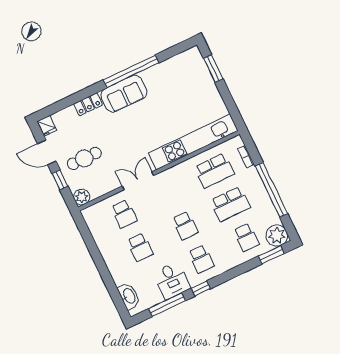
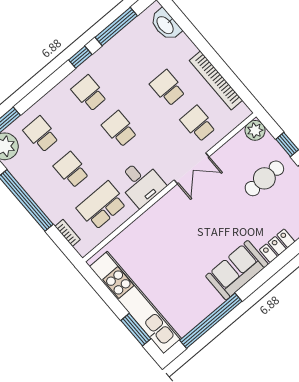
window: (131, 71) -> (211, 321), moved
kitchen unit: (193, 142) -> (135, 303), moved, turned -90
school desk: (230, 204) -> (71, 170), width x0.54
bookcase: (102, 243) -> (216, 80), added
desk: (172, 280) -> (141, 183), moved, turned 180

